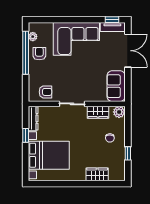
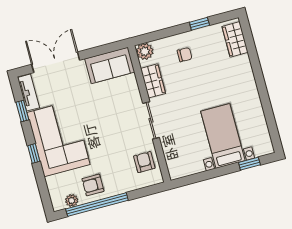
window: (71, 20) -> (34, 153), added
window: (112, 20) -> (22, 111), moved
dresser: (33, 118) -> (186, 169), removed
window: (26, 135) -> (249, 164), moved
bed with nightstands: (49, 155) -> (223, 136), width x0.73
wardrobe: (97, 174) -> (235, 39), moved

